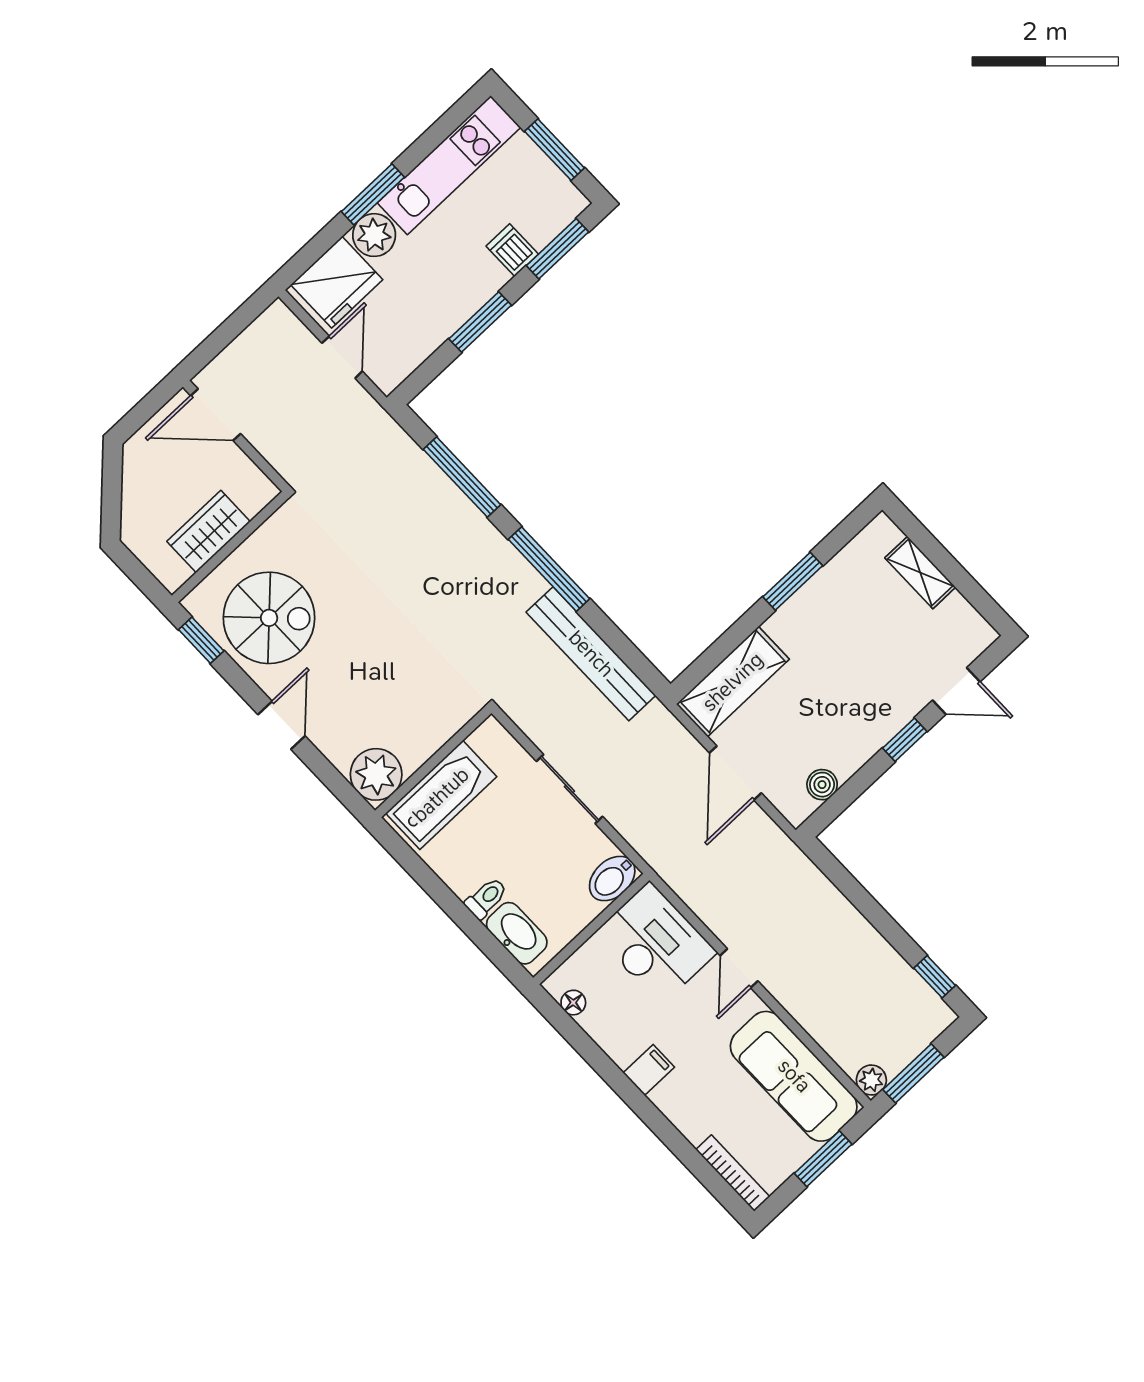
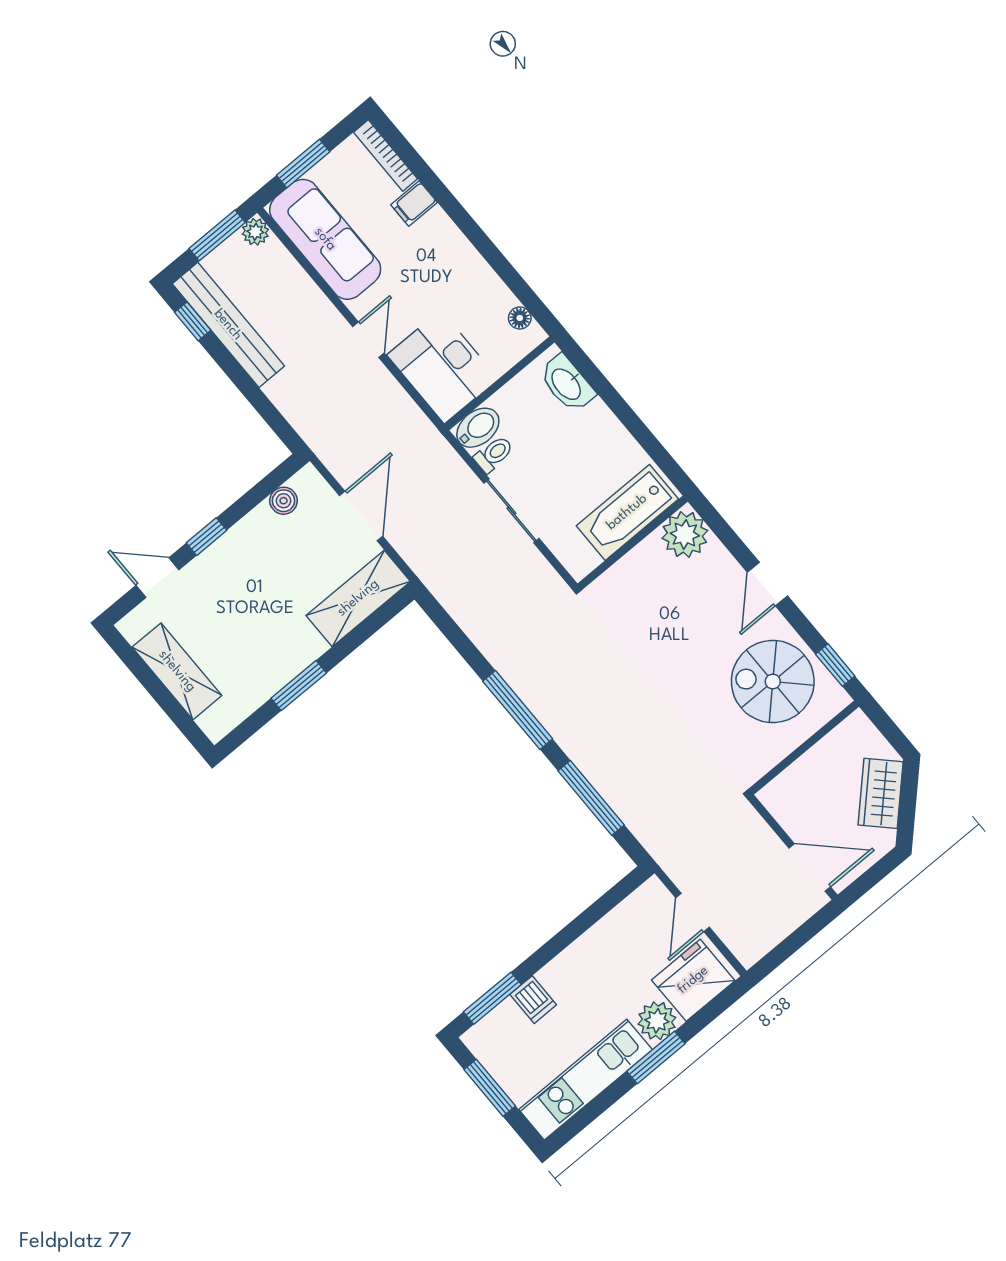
window: (480, 322) -> (566, 936), removed
wardrobe: (209, 531) -> (881, 793), moved, turned 135
shelving: (920, 573) -> (177, 671), width x1.50, depth x1.33
bench: (591, 654) -> (228, 325), moved
toilet: (486, 898) -> (494, 454), moved, turned 180
filing cabinet: (649, 1070) -> (414, 204), moved

